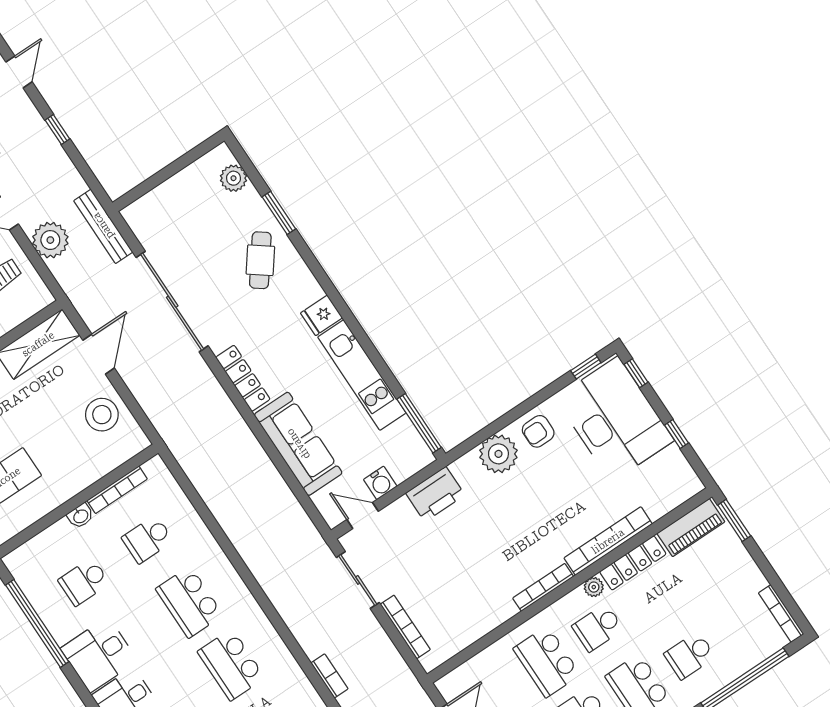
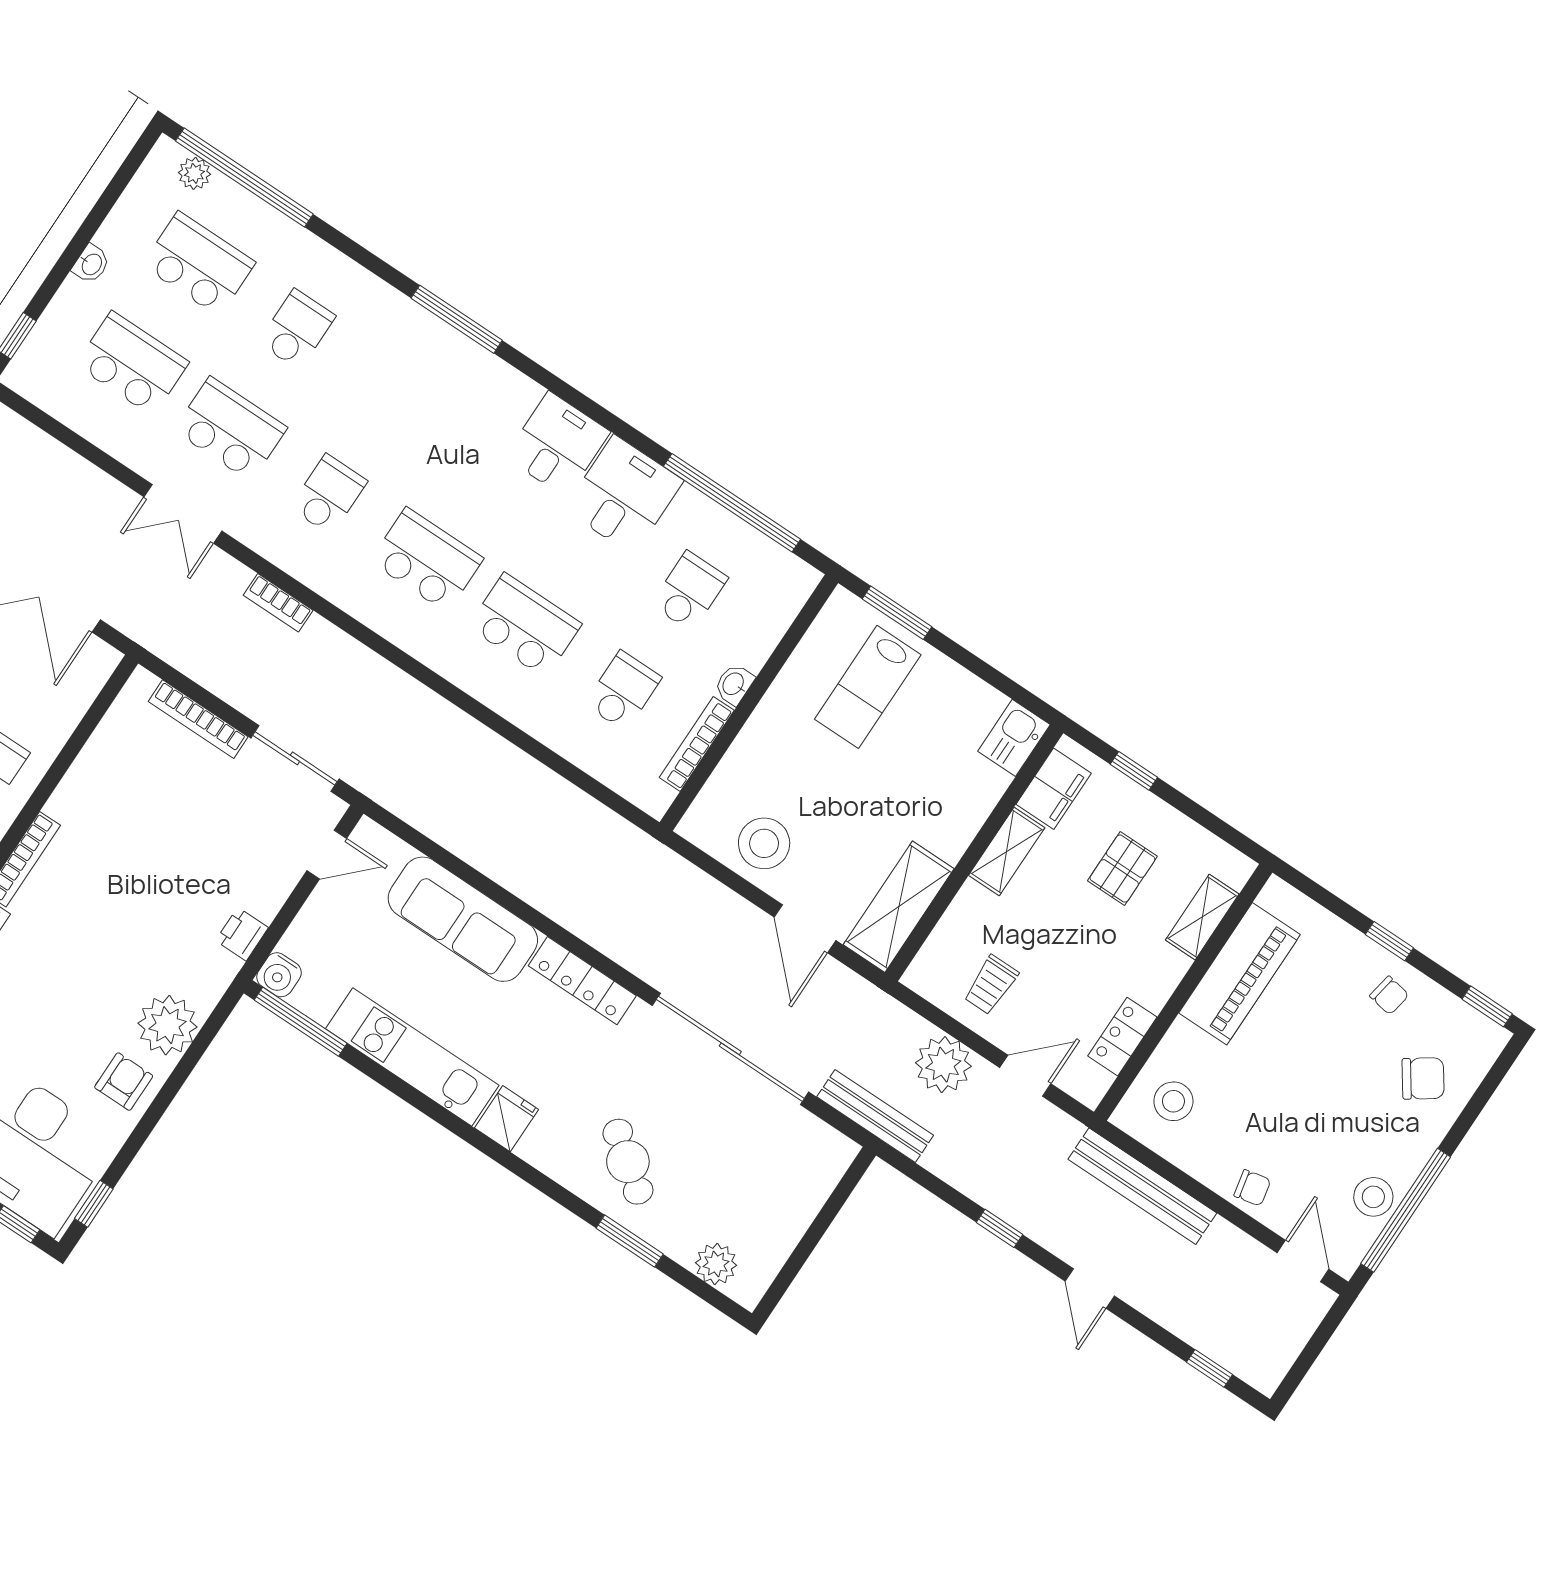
water cooler: (380, 483) -> (279, 975), moved, turned -90
printer: (435, 494) -> (242, 934), width x0.53, depth x0.68

